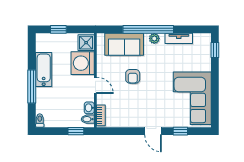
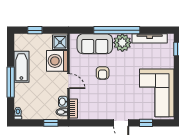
plant: (154, 38) -> (122, 43), width x1.88, depth x1.88
tv unit: (179, 38) -> (150, 38), width x1.41

